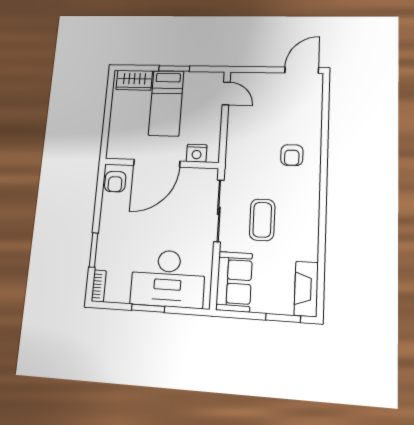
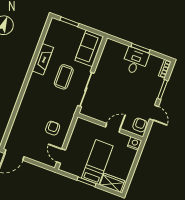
nightstand: (197, 153) -> (135, 143), moved
armchair: (292, 155) -> (53, 128), moved
door: (157, 163) -> (113, 128), width x0.53
door: (98, 208) -> (154, 113), added
desk: (168, 278) -> (135, 61), width x0.53, depth x0.77
fireplace: (306, 289) -> (43, 59), moved

